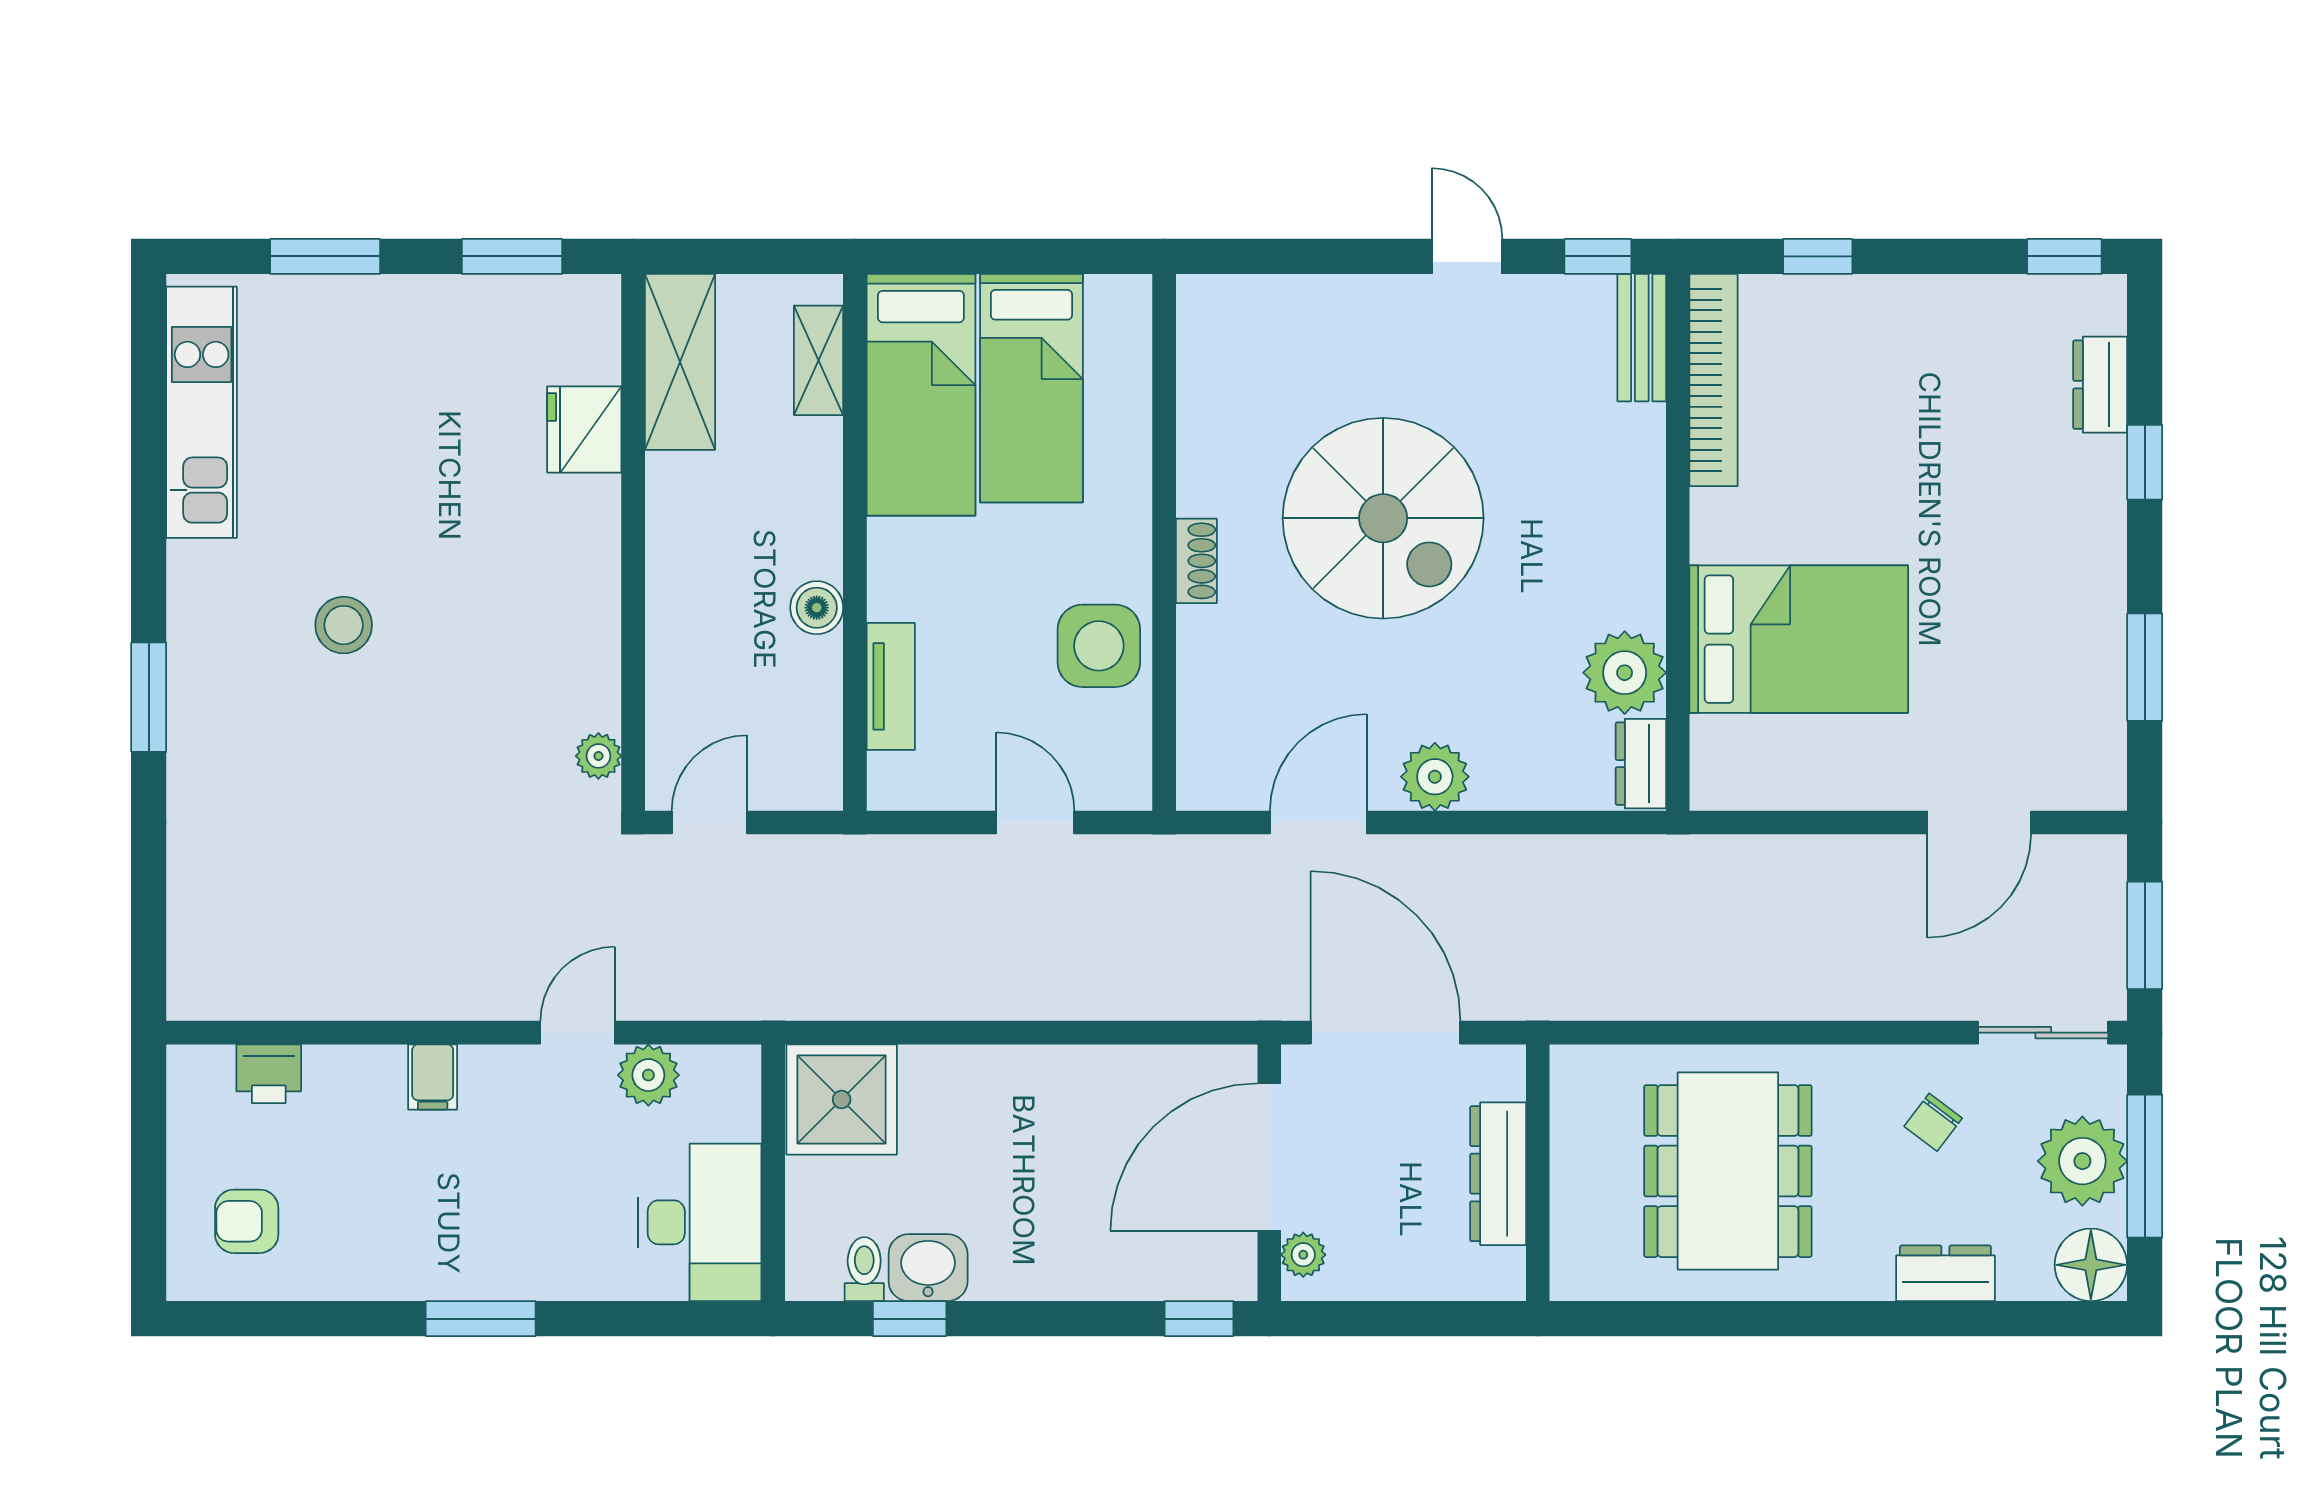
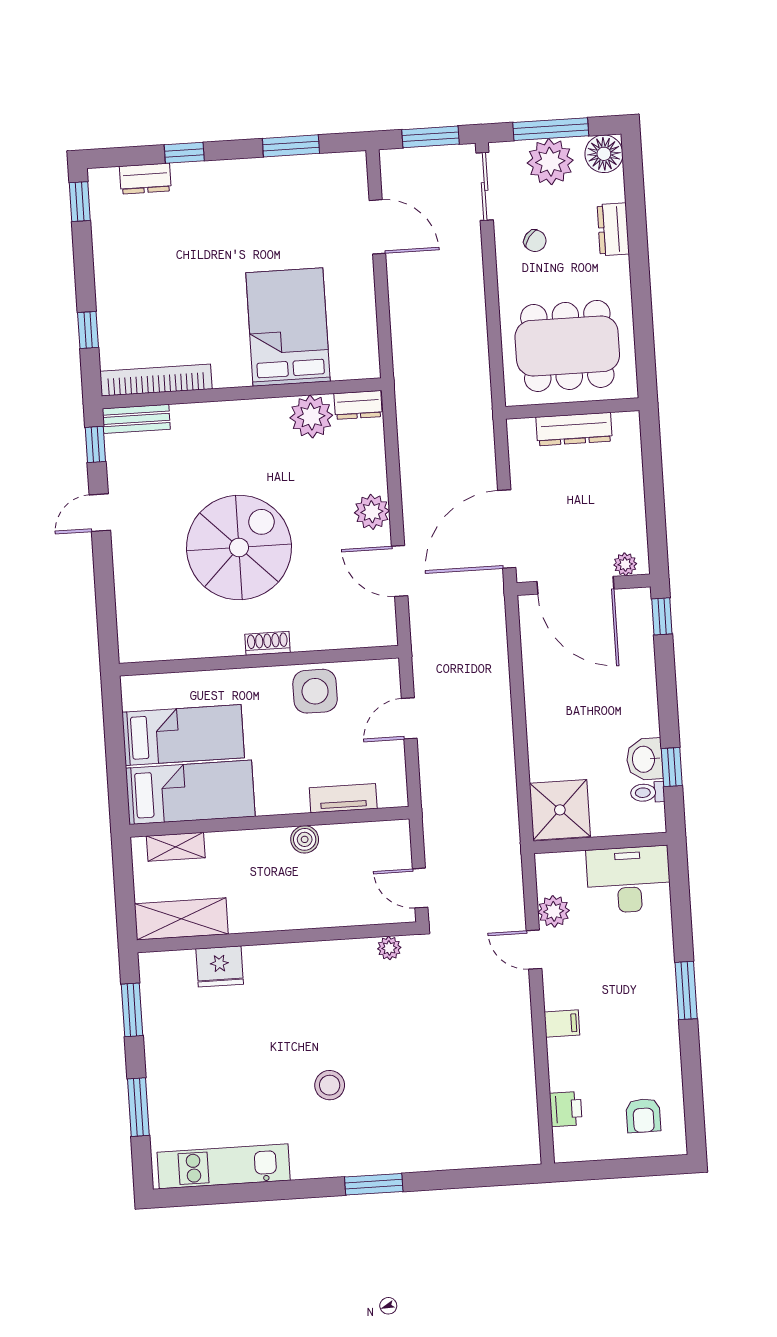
wall: (1538, 1173) -> (572, 408), moved
dresser: (1498, 1174) -> (574, 429), moved

